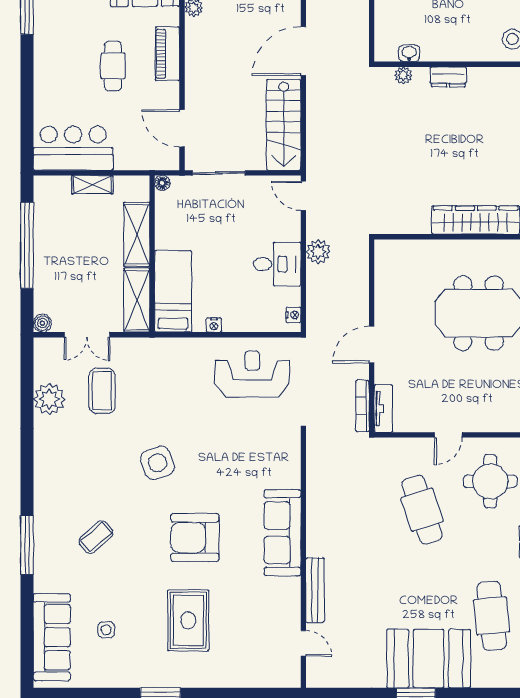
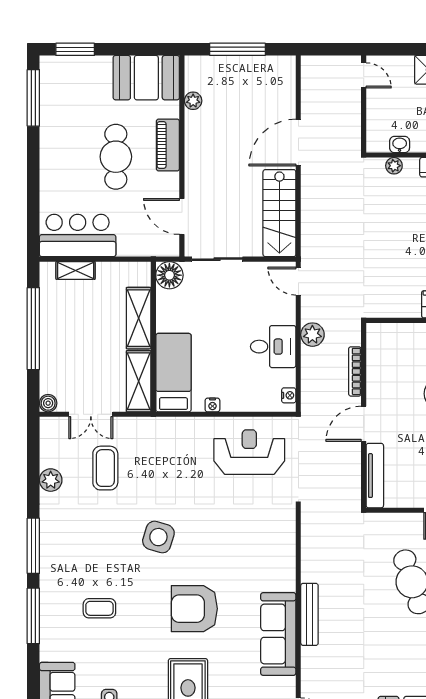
cafe table: (113, 66) -> (116, 157), width x1.37, depth x1.35
floor lamp: (162, 183) -> (169, 275), width x1.89, depth x1.89
shelving: (92, 185) -> (76, 270), moved
plant: (49, 399) -> (51, 480), width x0.73, depth x0.73
bookcase: (362, 406) -> (355, 371), moved
tv unit: (383, 408) -> (375, 476), width x1.41
side table: (157, 463) -> (158, 537), turned 37
window: (27, 472) -> (33, 546), added
sofa: (283, 533) -> (278, 634), moved
coffee table: (96, 537) -> (99, 608), turned 41
bench: (315, 590) -> (309, 614), moved

